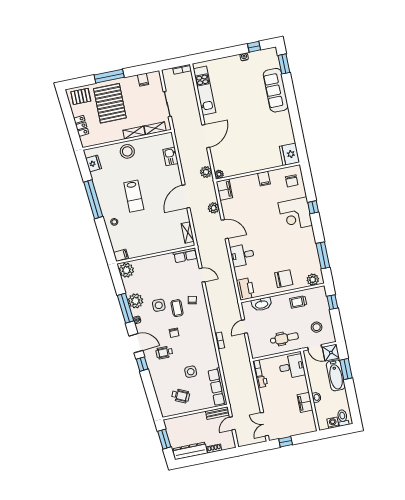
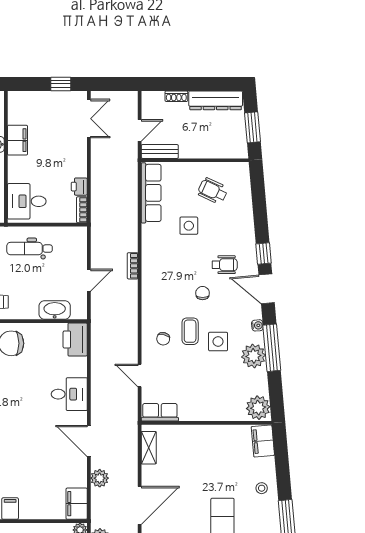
filing cabinet: (121, 255) -> (263, 441), width x2.00

